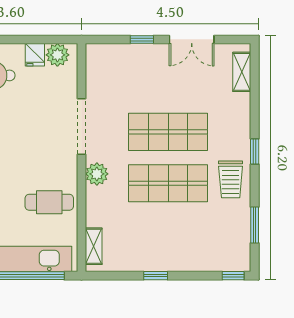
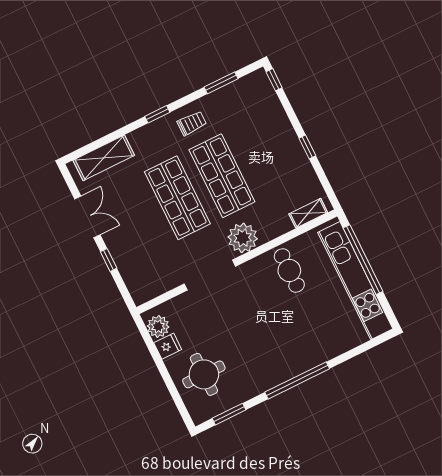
shelving: (242, 72) -> (104, 158), width x1.50, depth x1.33
plant: (97, 174) -> (243, 238), width x1.36, depth x1.36
trolley: (231, 179) -> (192, 123), width x0.73, depth x0.72

